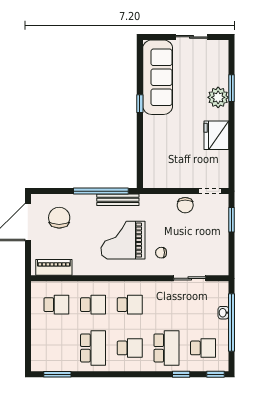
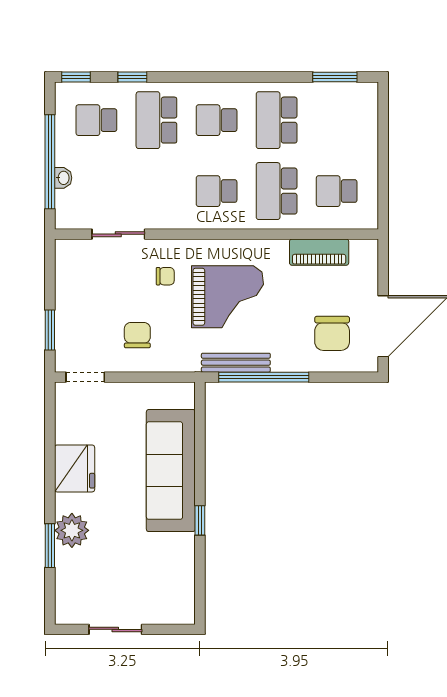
sofa: (158, 77) -> (171, 471), moved
chair: (185, 205) -> (137, 335), moved
piano: (54, 267) -> (319, 252), moved
school desk: (93, 305) -> (277, 191), width x1.85

